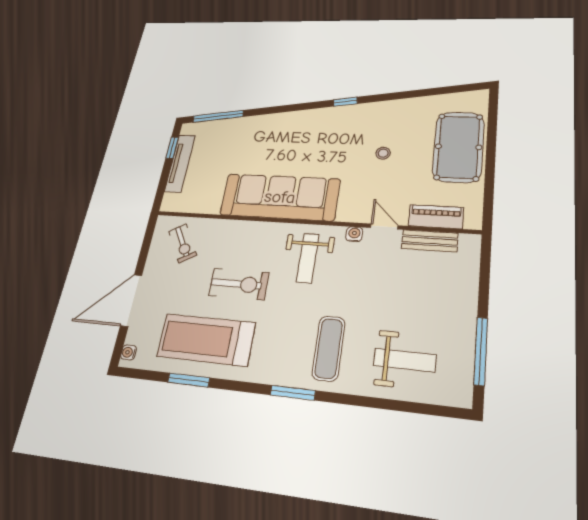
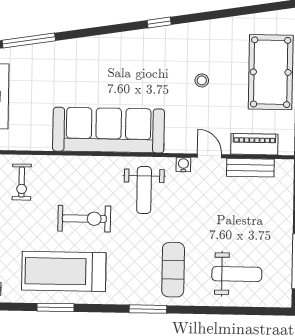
exercise bike: (183, 243) -> (22, 182), turned 30

